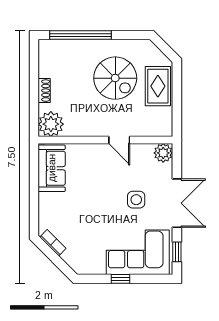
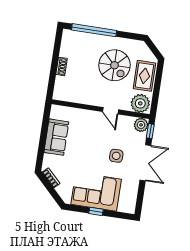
plant: (51, 124) -> (140, 103), moved
sofa: (52, 168) -> (56, 137), moved
corner sofa: (138, 252) -> (96, 192), moved
window: (177, 252) -> (150, 131), moved

